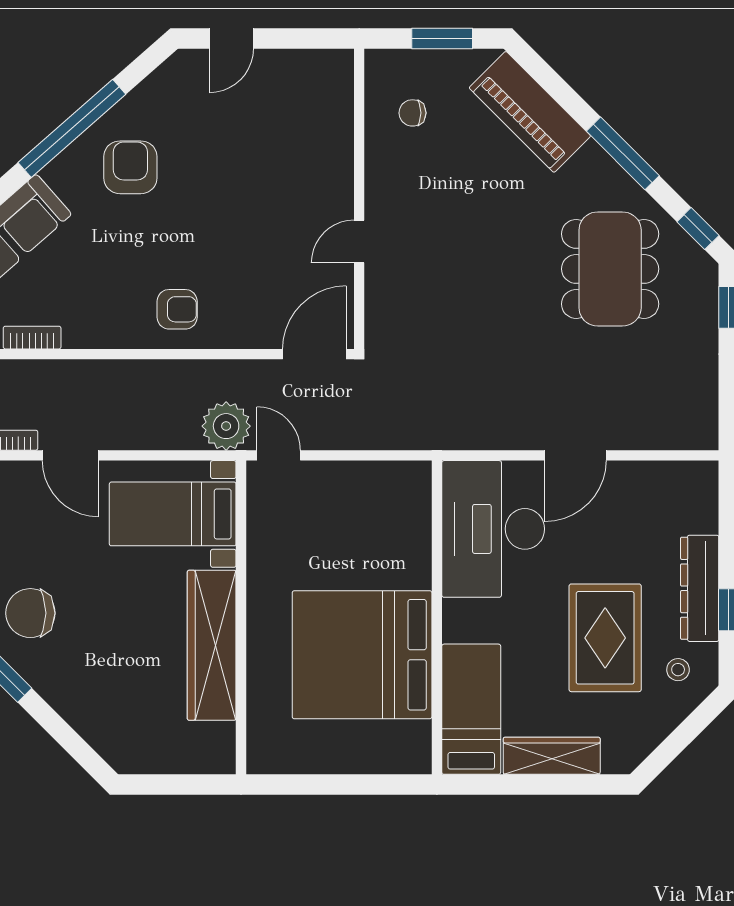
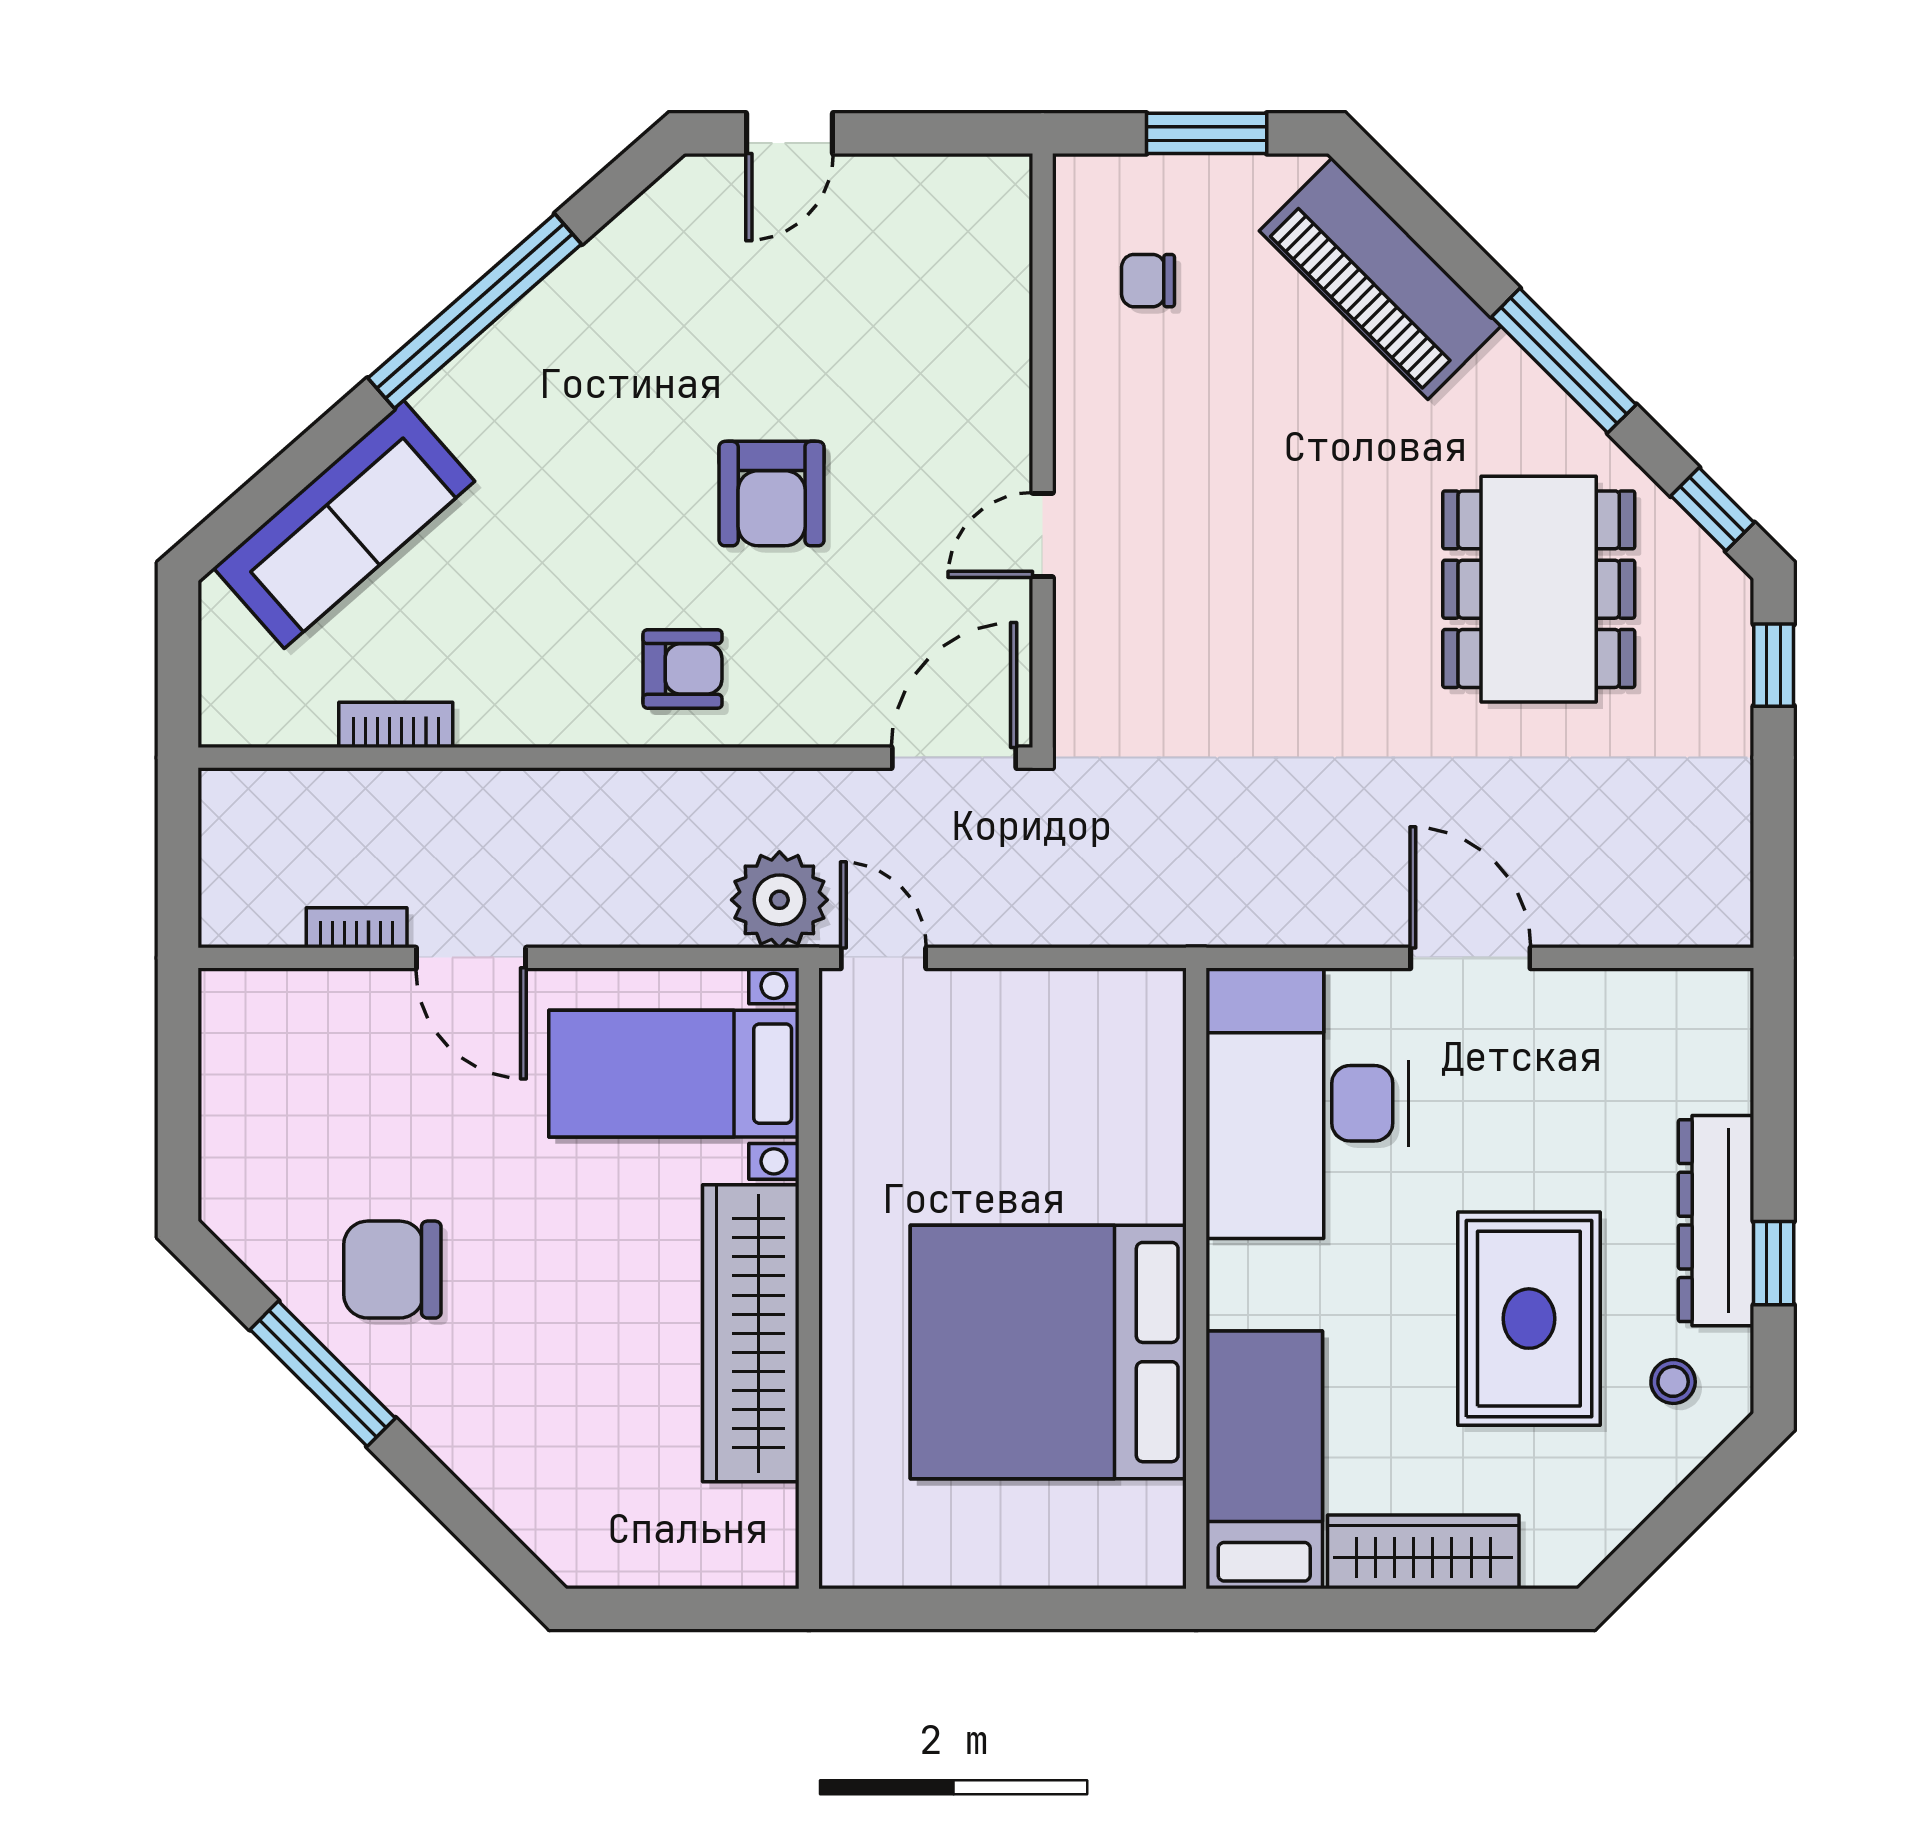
armchair: (130, 167) -> (772, 494), moved, turned 180
door: (576, 455) -> (1470, 958), swing flipped

